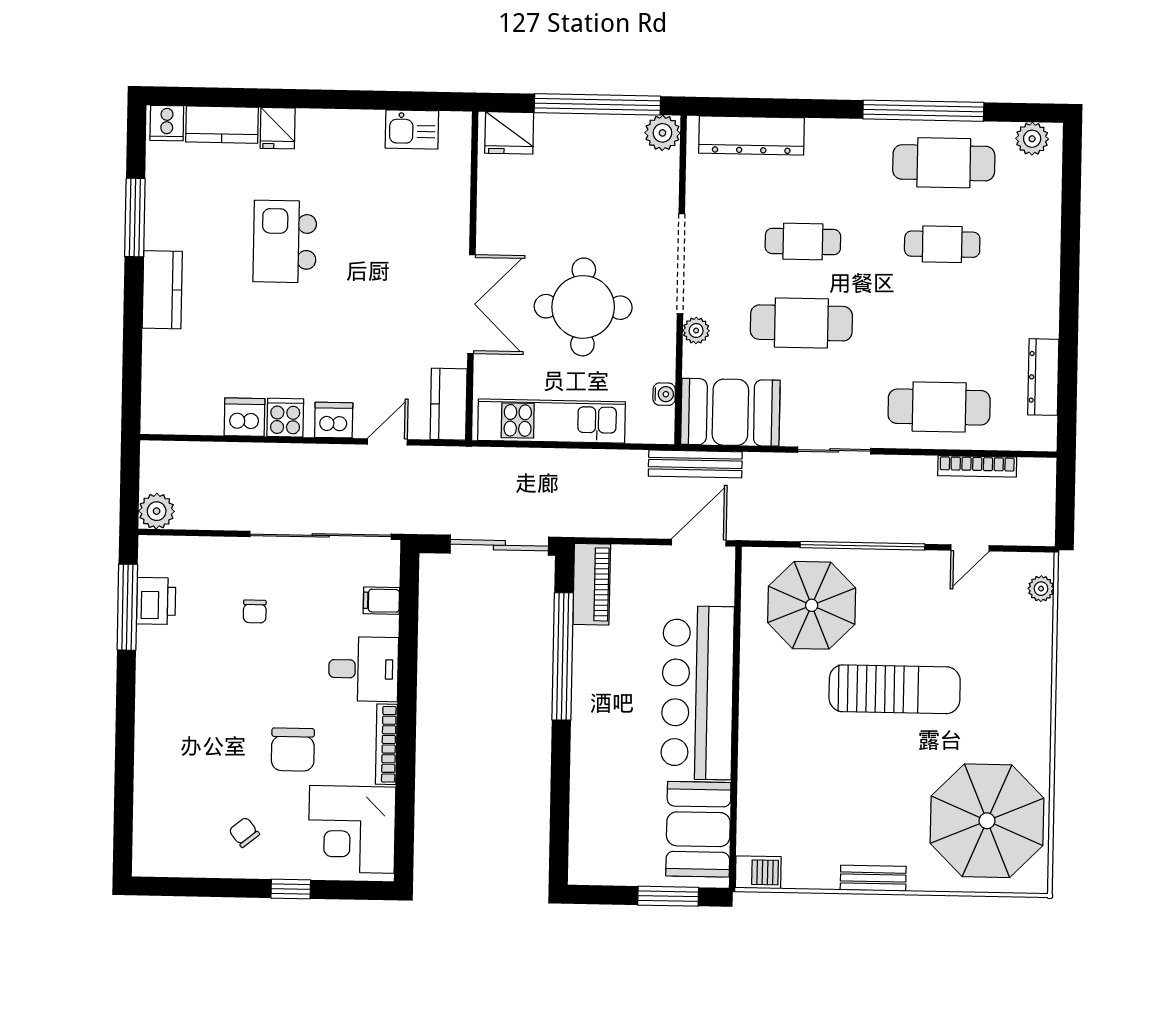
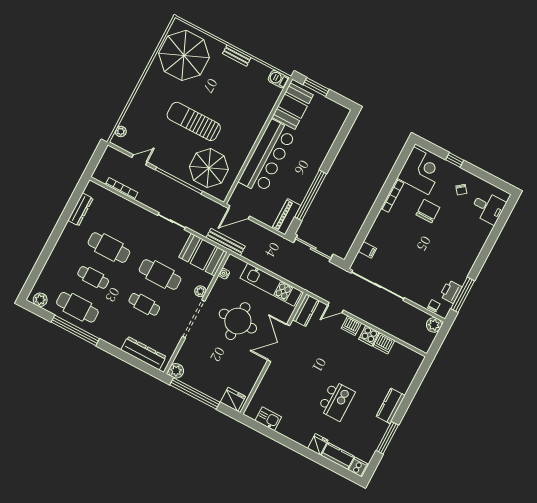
cafe table: (939, 407) -> (109, 248), moved
chair: (255, 611) -> (434, 306), moved
desk: (363, 669) -> (488, 208), moved, turned 180

